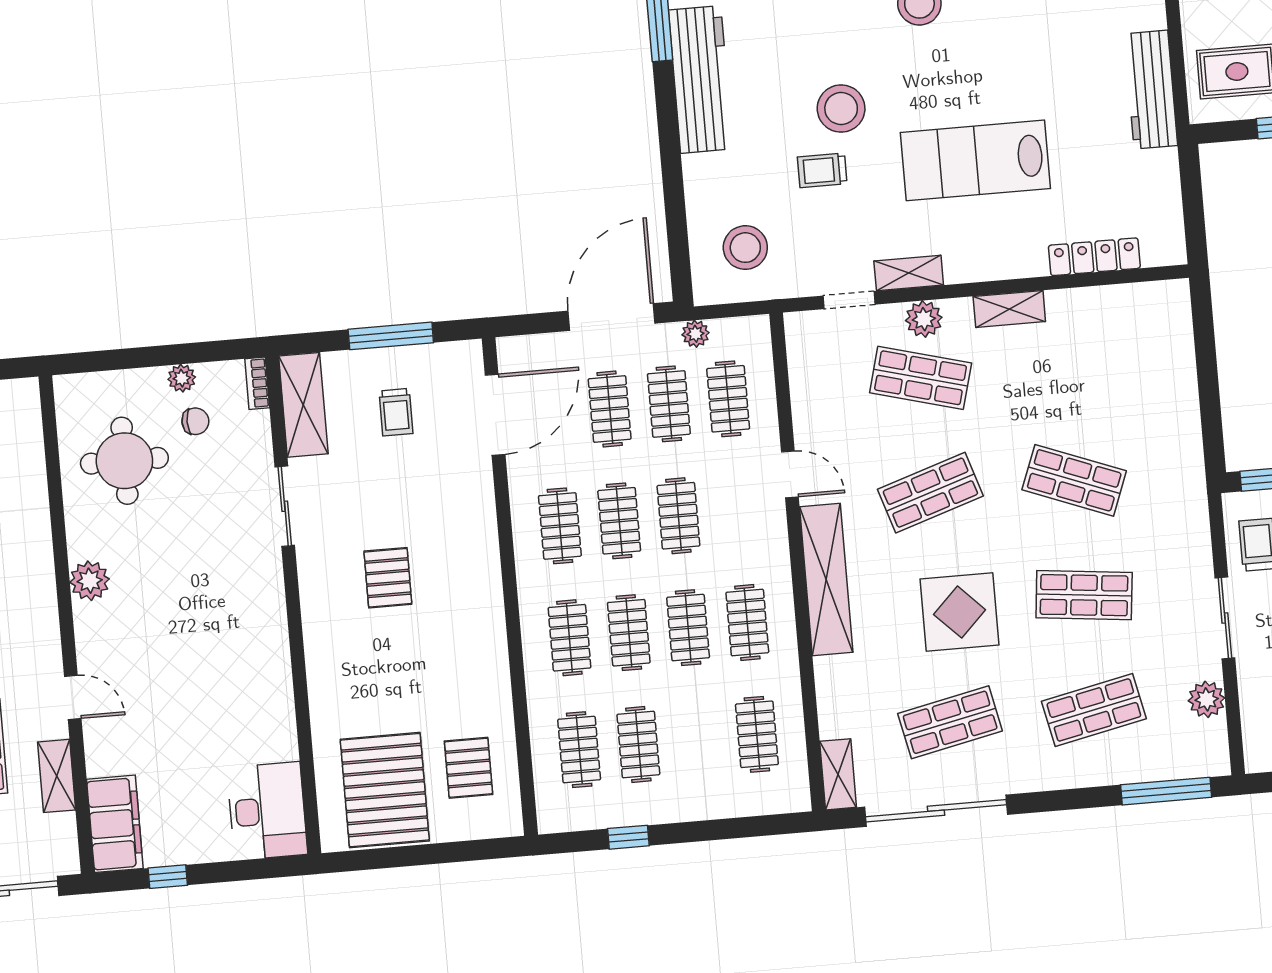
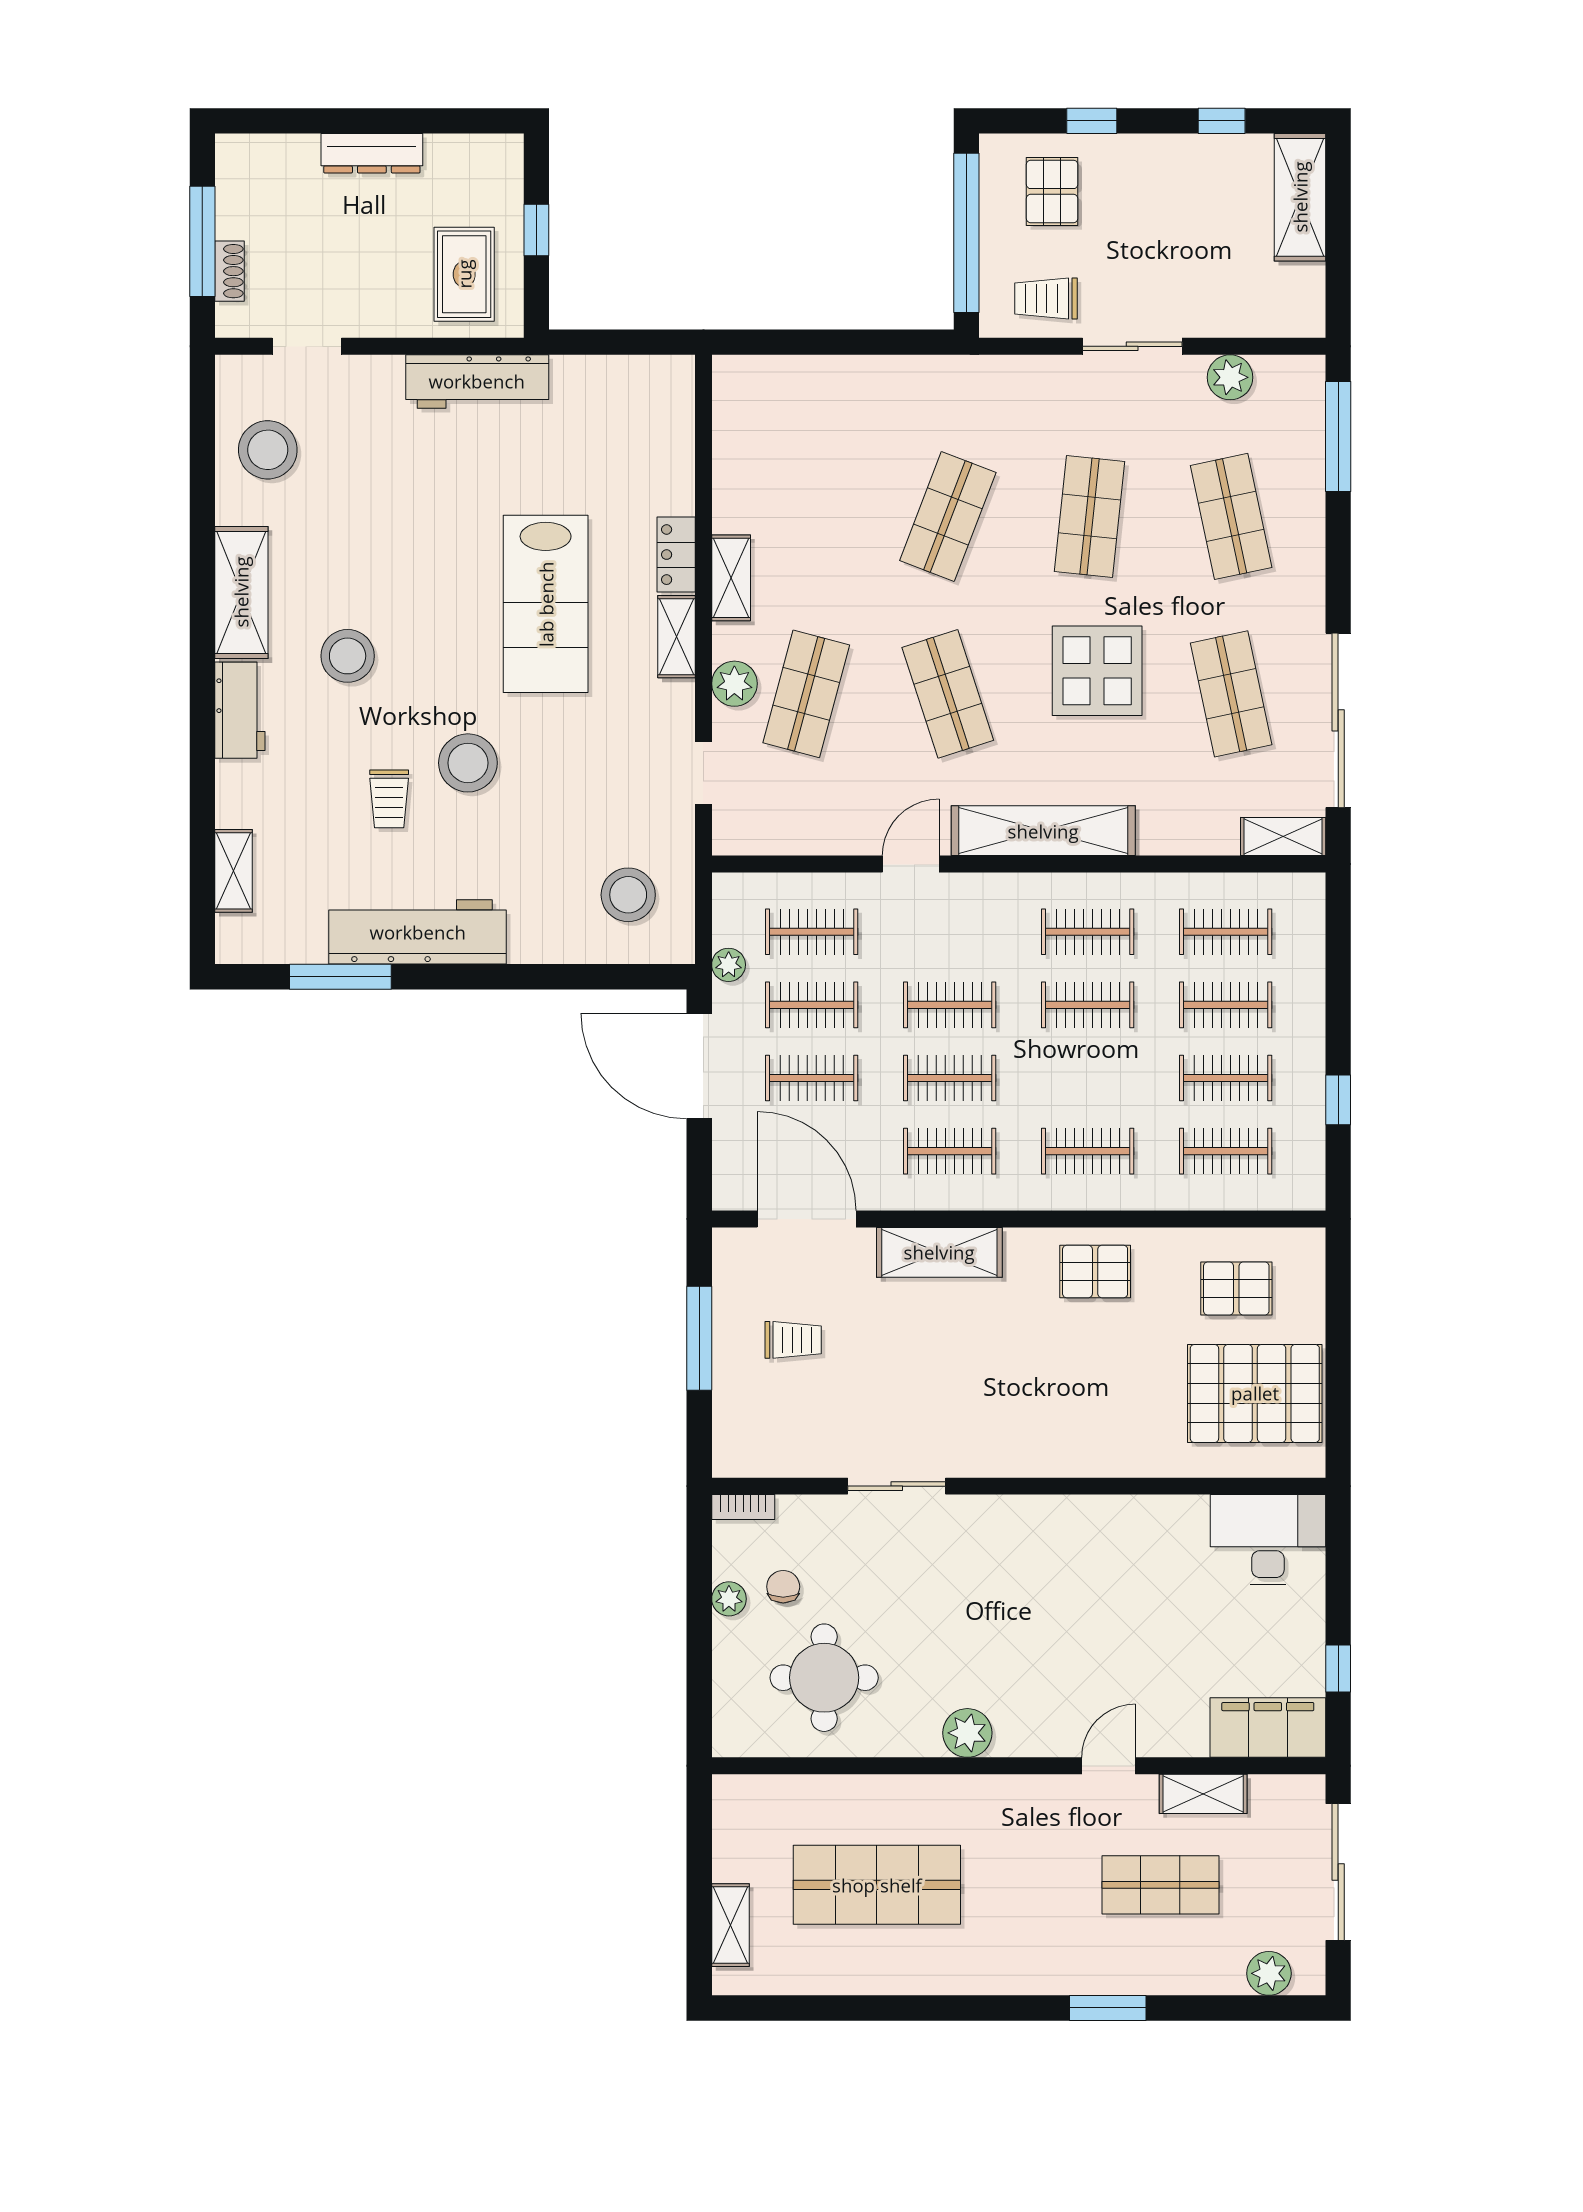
trolley: (822, 170) -> (389, 799), moved
locker: (1094, 257) -> (676, 555), moved, width x0.66
shelving: (909, 273) -> (677, 637), moved
shelving: (303, 405) -> (939, 1252), moved
pallet: (388, 578) -> (1095, 1271), moved
clothes rail: (629, 633) -> (1226, 1005), moved

